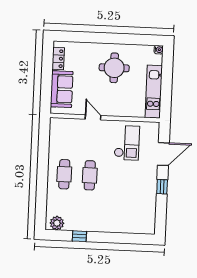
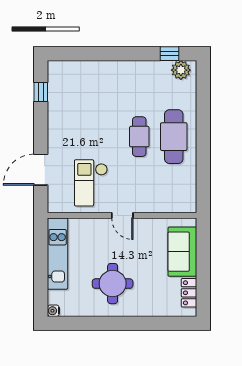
door: (93, 117) -> (122, 215), moved
cafe table: (64, 174) -> (174, 137), width x1.37, depth x1.35
window: (162, 187) -> (41, 92), moved
window: (79, 236) -> (170, 54), moved

